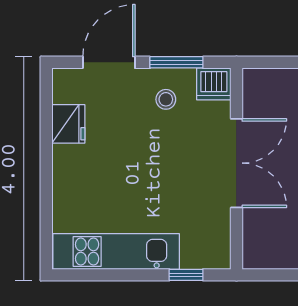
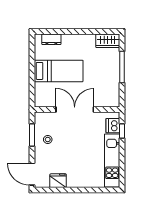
door: (109, 62) -> (32, 174), moved
dishwasher: (214, 84) -> (113, 126), moved, turned 180

